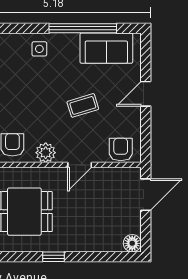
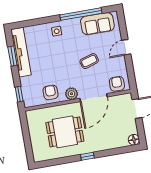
door: (80, 165) -> (94, 98), width x1.87

